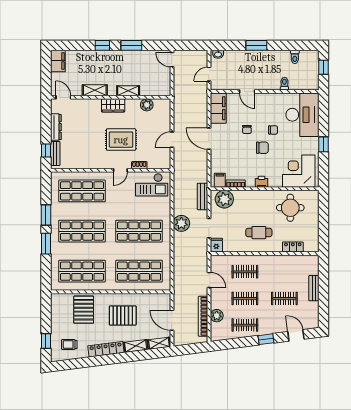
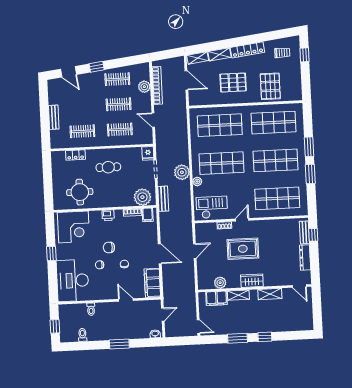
filing cabinet: (58, 61) -> (217, 298), moved, turned -90
plant: (166, 213) -> (197, 181), added
clothes rail: (284, 298) -> (82, 131), moved

